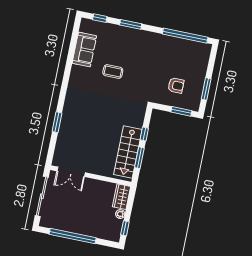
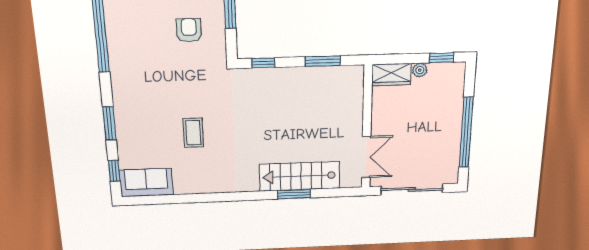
sofa: (84, 49) -> (146, 182), moved
window: (144, 134) -> (263, 63), moved
stairs: (128, 152) -> (300, 176), moved, turned 180

